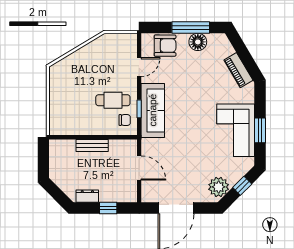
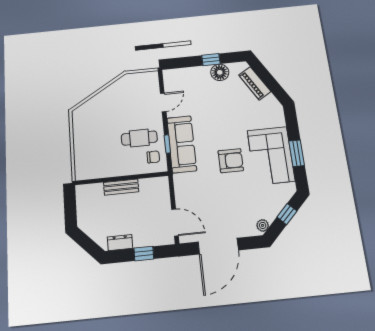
window: (191, 28) -> (211, 60), width x0.46
armchair: (165, 46) -> (231, 161), moved
piano: (238, 70) -> (255, 83), moved
door: (139, 168) -> (175, 222), moved
plant: (219, 187) -> (263, 225), width x0.53, depth x0.53

